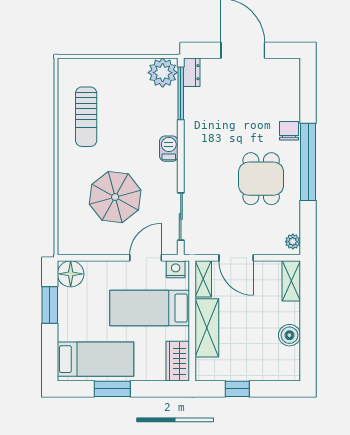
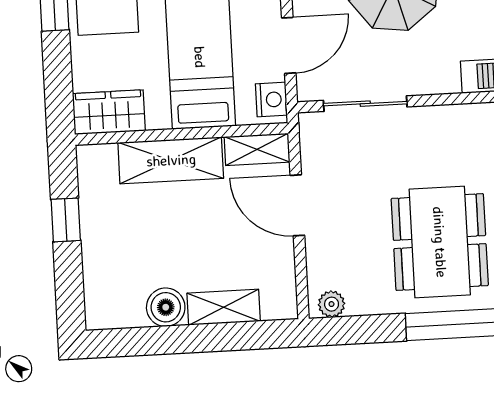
dining table: (261, 179) -> (440, 242), width x1.38
door: (146, 258) -> (289, 45), hinge flipped
door: (236, 258) -> (297, 205), hinge flipped
shelving: (291, 281) -> (224, 307), moved

